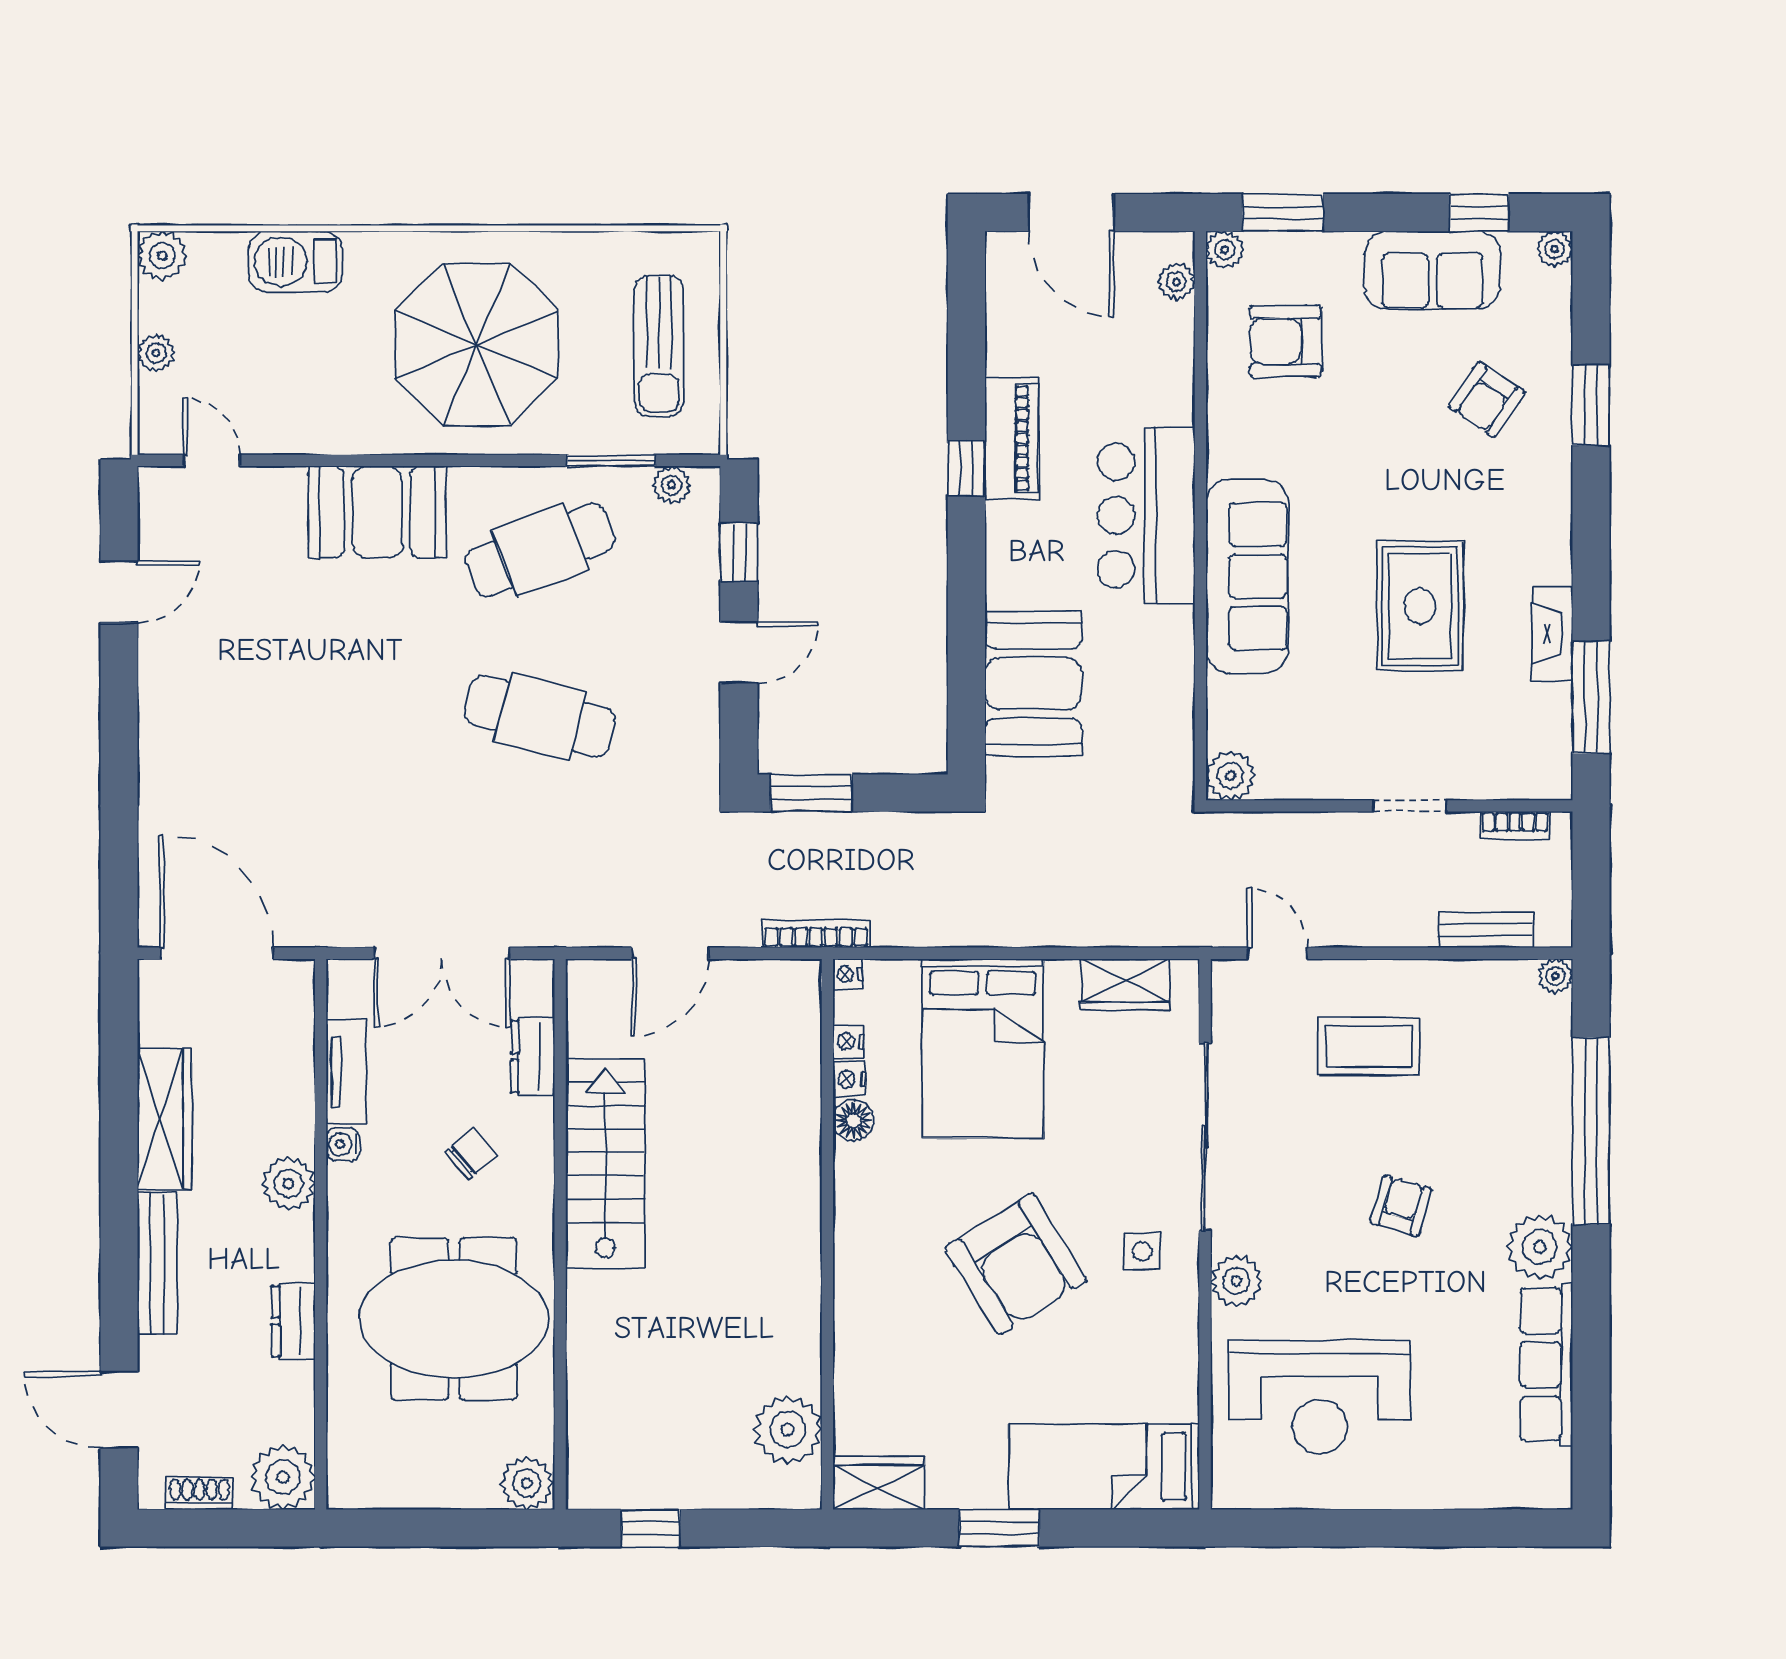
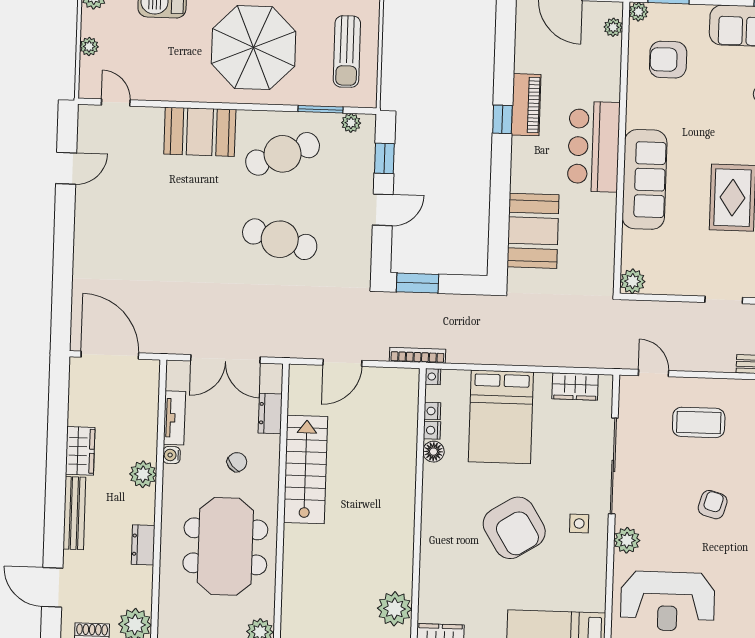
wardrobe: (165, 1119) -> (80, 451), width x0.67
meeting table: (454, 1319) -> (225, 546), turned 90

